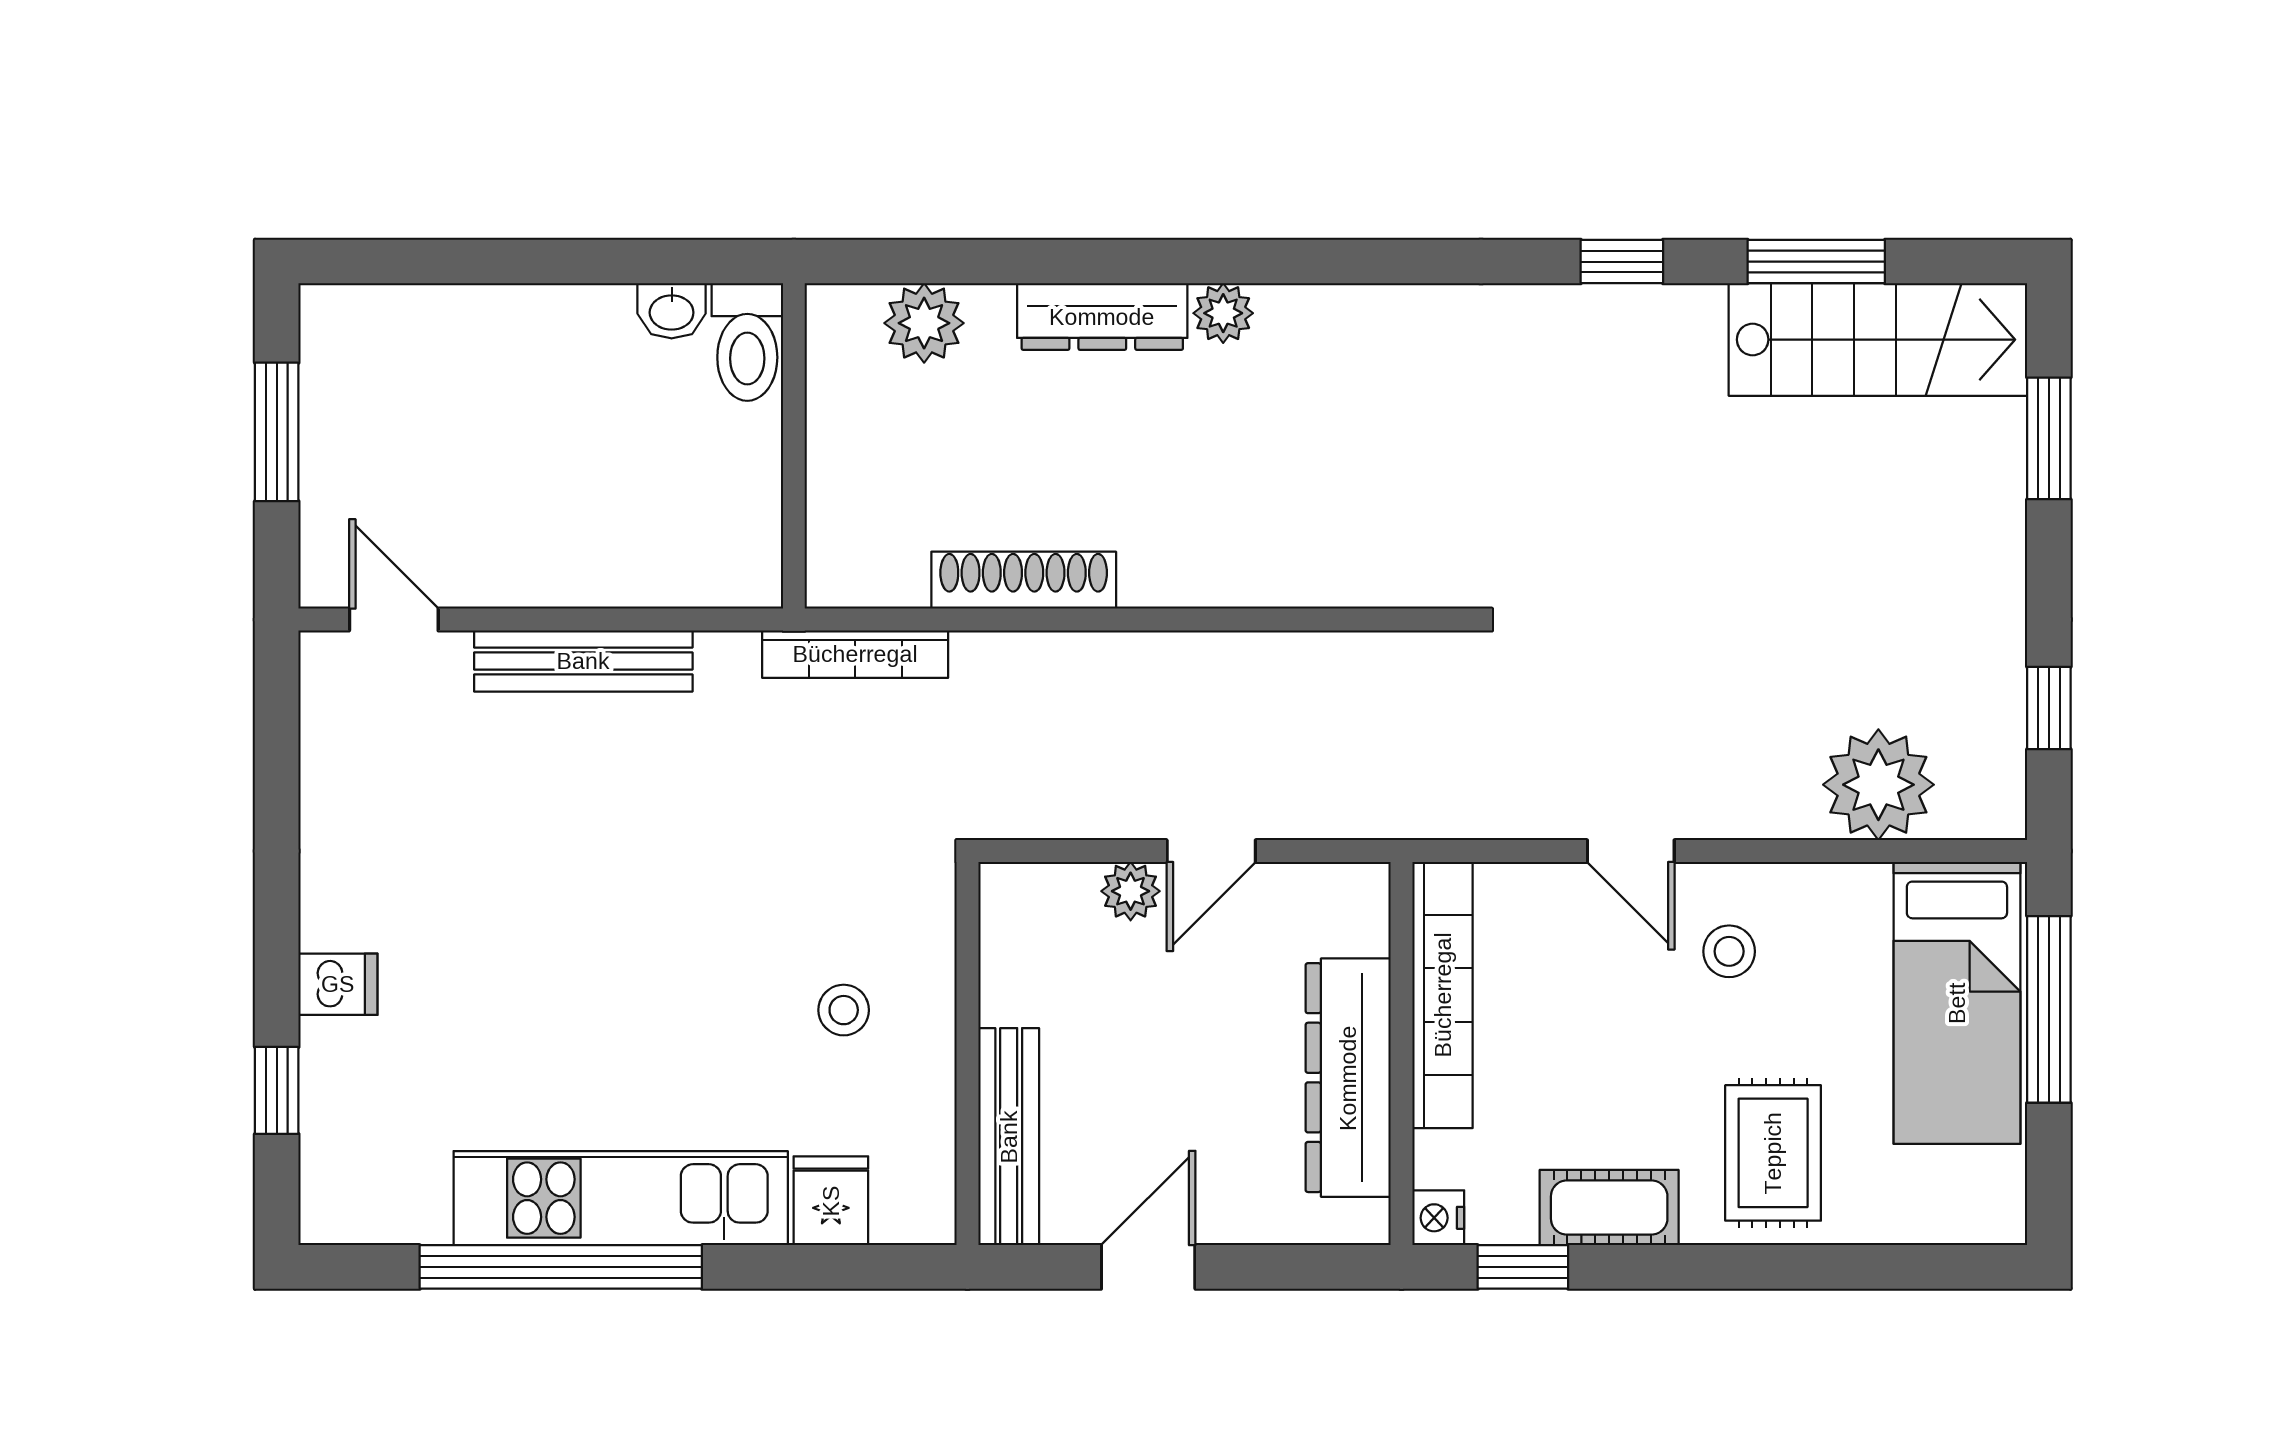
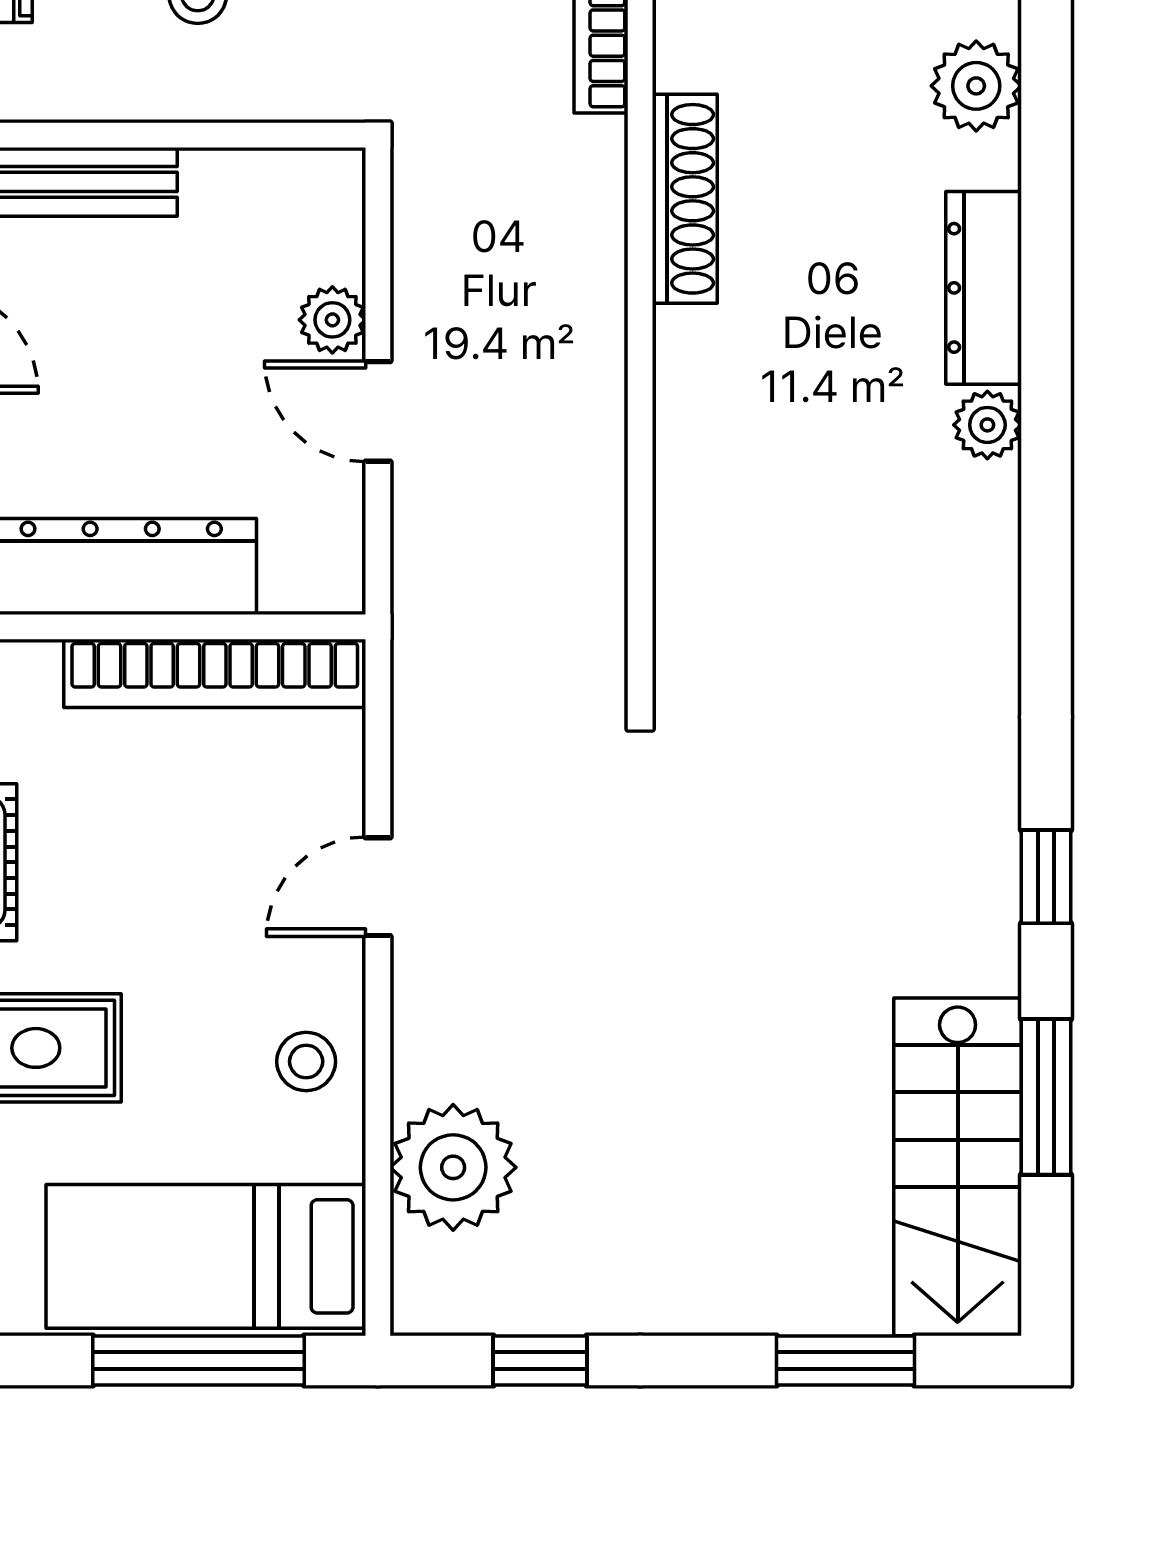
stool: (1729, 951) -> (306, 1061), moved

